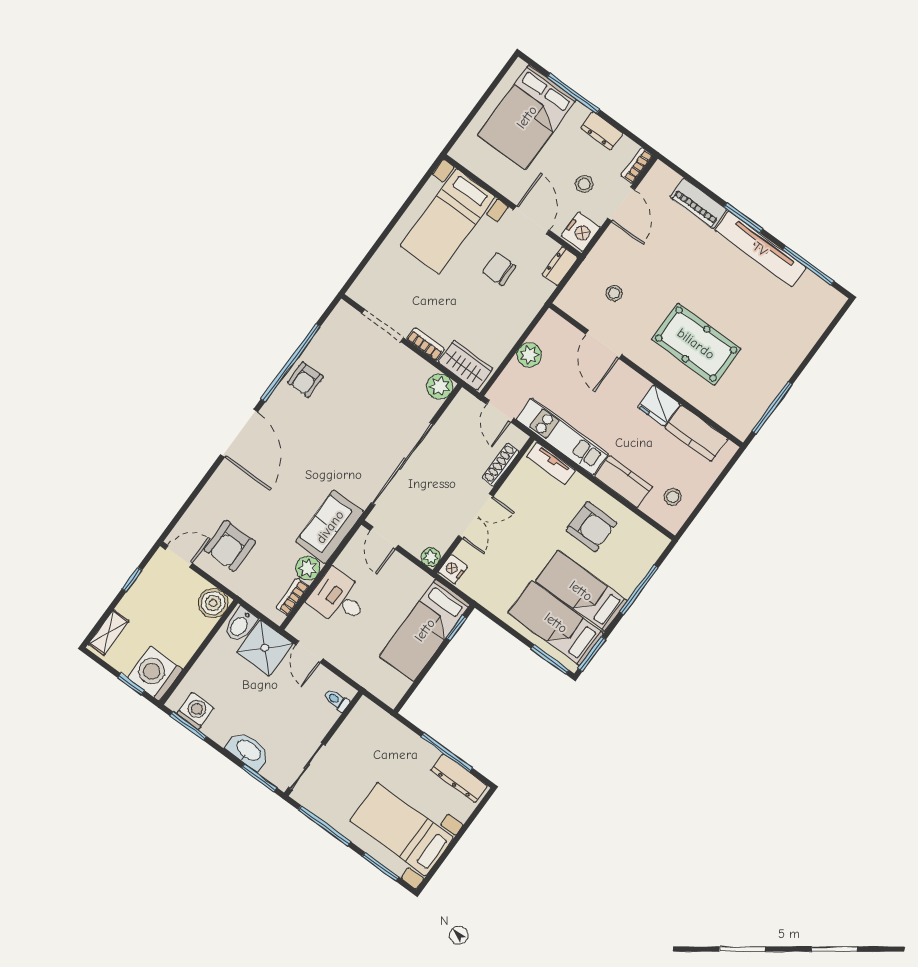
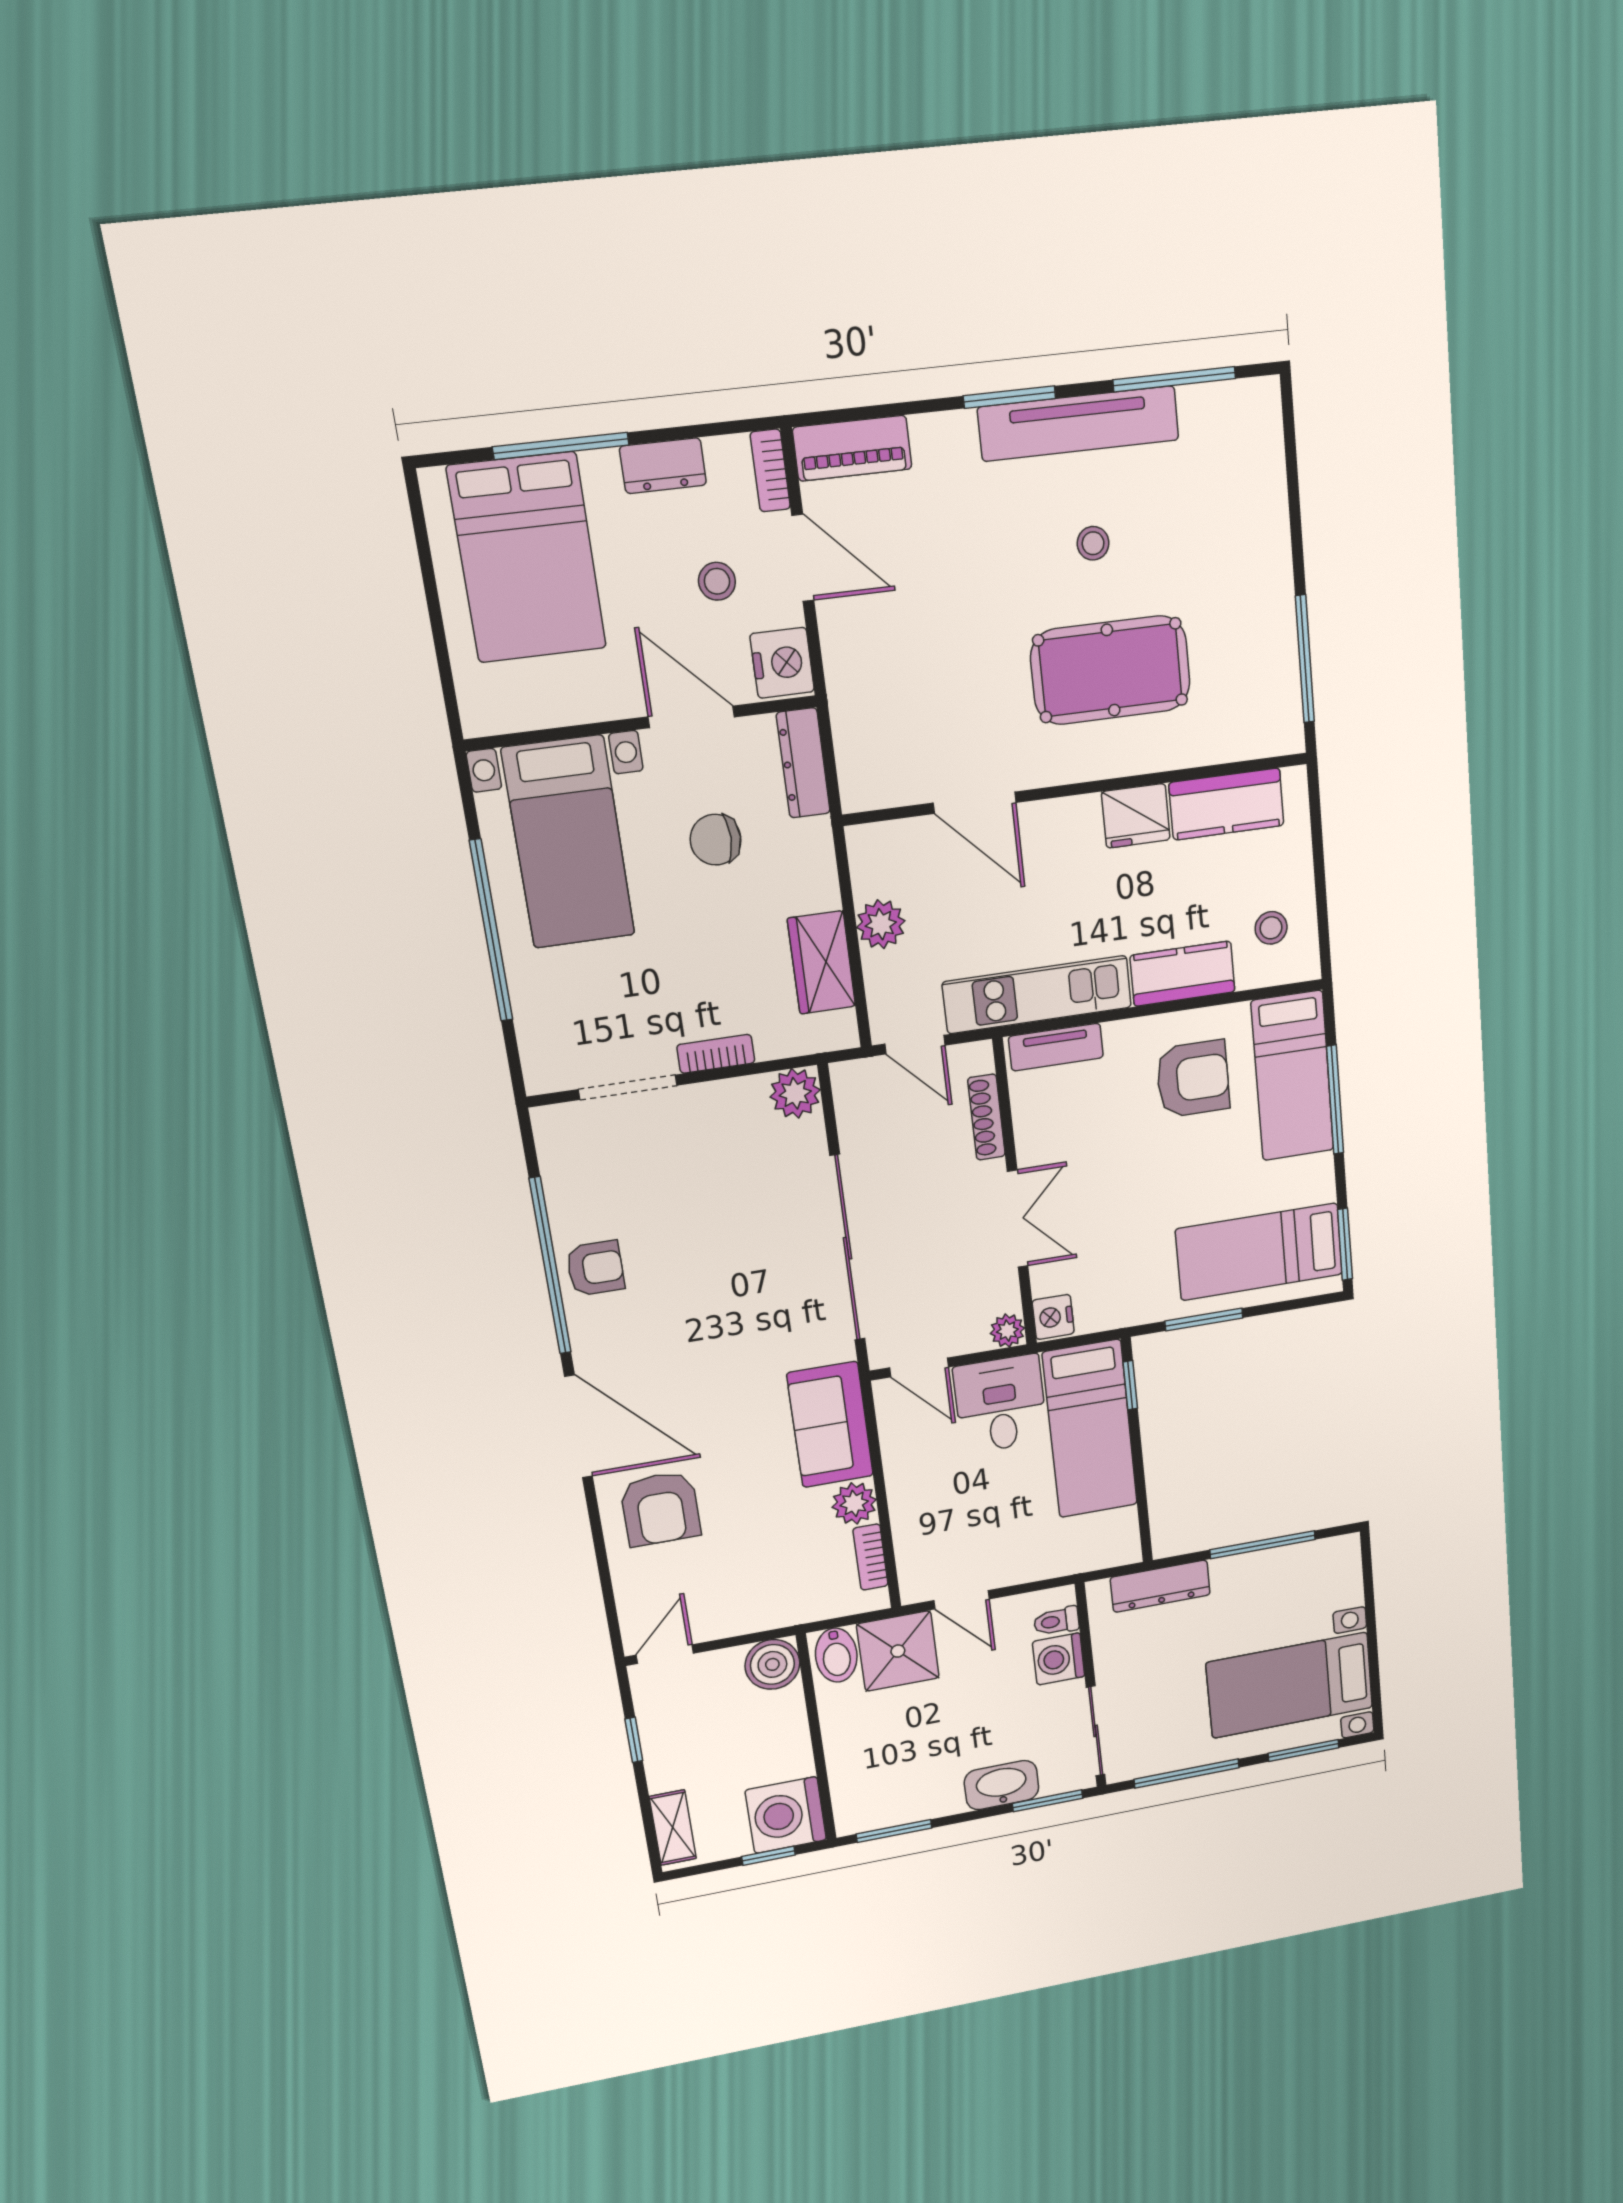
piano: (698, 203) -> (852, 448), moved
window: (391, 225) -> (491, 931), added
dresser: (560, 266) -> (803, 763), width x1.44
stool: (614, 293) -> (1093, 543), moved
wardrobe: (465, 365) -> (821, 962), moved, turned -90
armchair: (305, 380) -> (595, 1268), turned -90
armchair: (230, 546) -> (660, 1509), moved
bed: (581, 591) -> (1293, 1076), moved, turned -90
desk: (339, 598) -> (1000, 1404), moved, turned 90
window: (550, 659) -> (1204, 1320), moved
washing machine: (195, 711) -> (1059, 1659), moved, turned -90
dresser: (459, 778) -> (1160, 1586), moved

